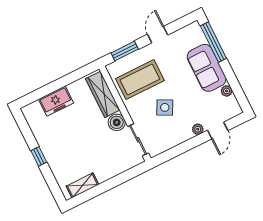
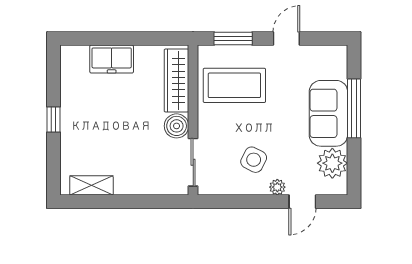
window: (213, 42) -> (354, 108), moved
plant: (227, 91) -> (332, 163), width x1.88, depth x1.88
side table: (165, 107) -> (254, 160), moved

